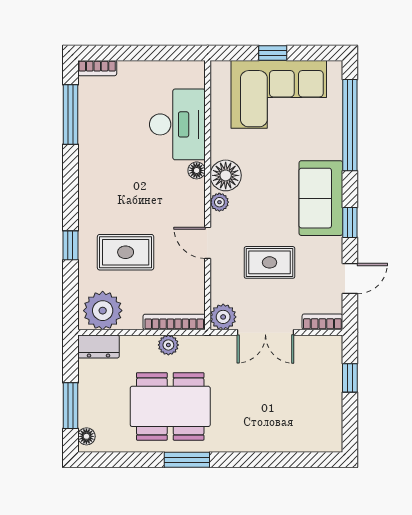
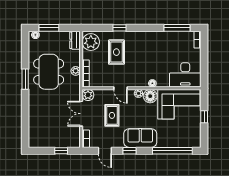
corner sofa: (279, 94) -> (179, 104), moved, turned -90
desk: (177, 124) -> (185, 75), moved
door: (208, 243) -> (121, 88), swing flipped

